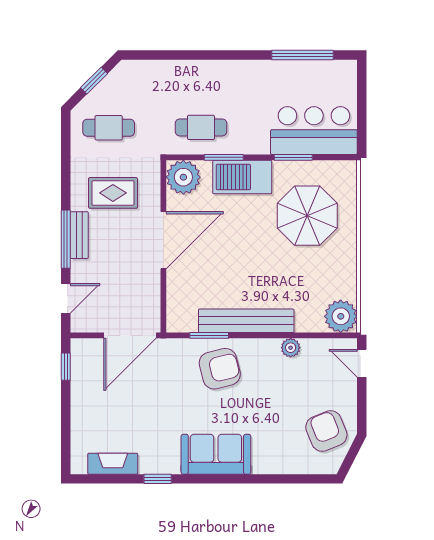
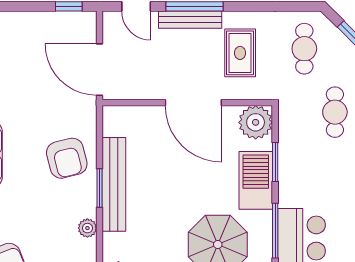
cafe table: (201, 127) -> (335, 112), moved
window: (293, 157) -> (275, 231), width x1.44
bench: (79, 235) -> (190, 20), width x1.36
window: (209, 335) -> (100, 188), moved

